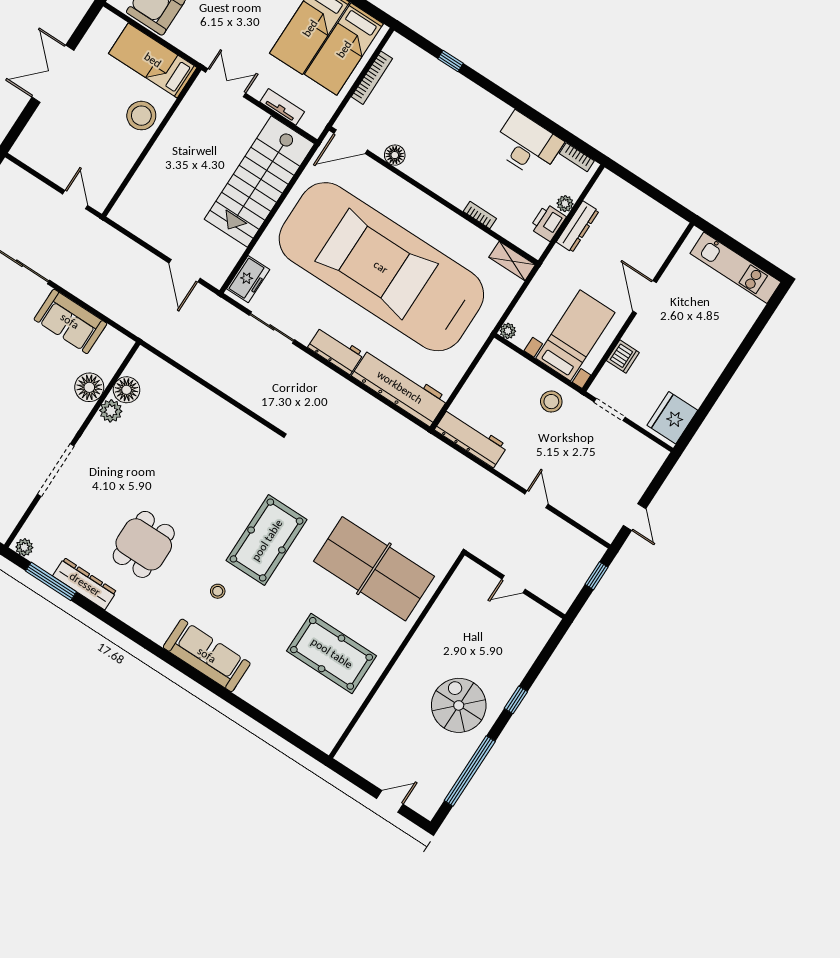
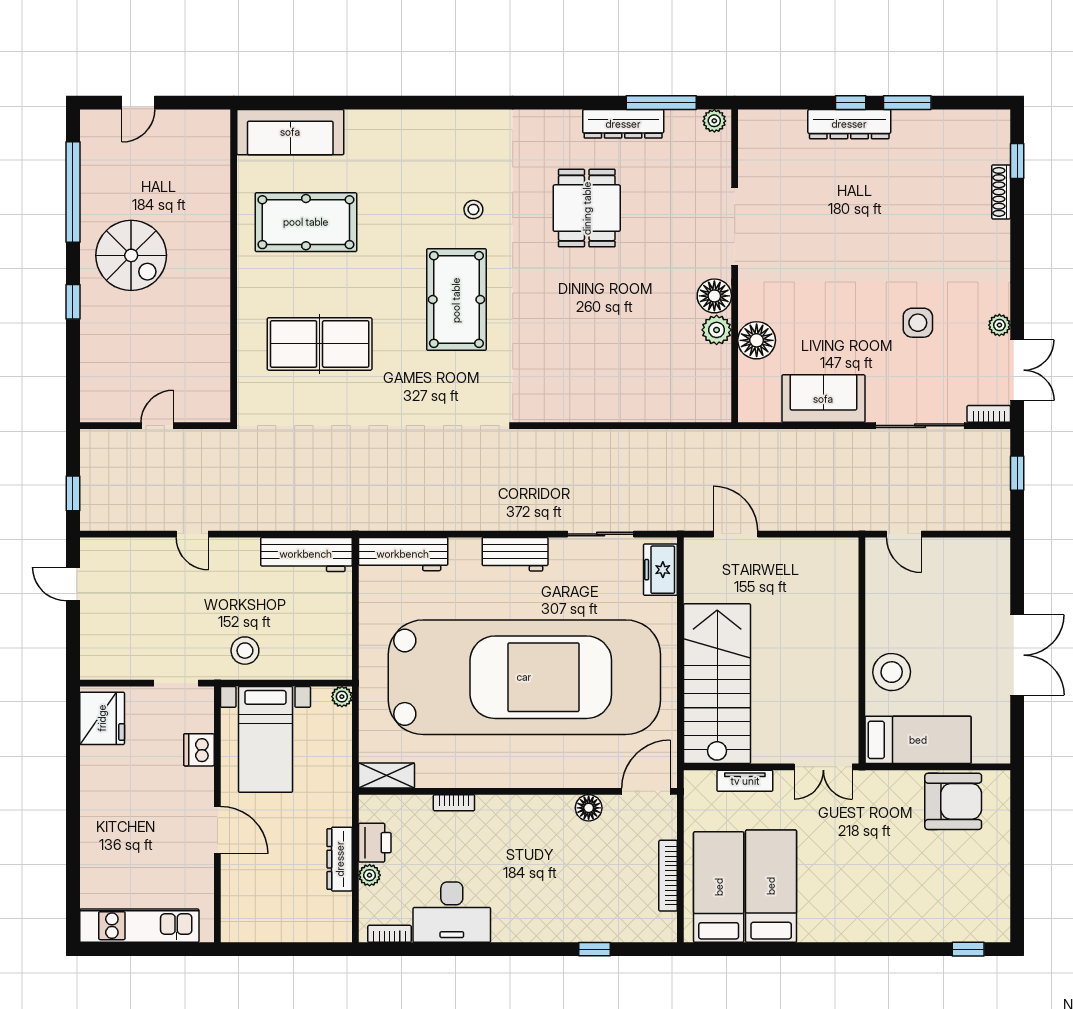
workbench: (400, 387) -> (403, 554), width x0.73, depth x0.76
floor lamp: (127, 390) -> (714, 296), moved
table tennis table: (374, 569) -> (320, 344), width x0.73, depth x0.76
sofa: (207, 655) -> (290, 132), moved

